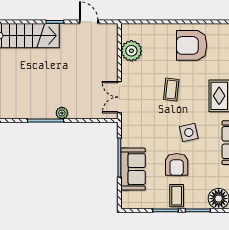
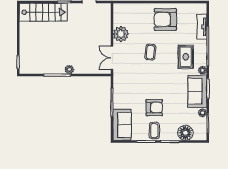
plant: (131, 51) -> (121, 34), moved
side table: (189, 132) -> (163, 84), removed
armchair: (177, 164) -> (154, 108), turned -90
sofa: (133, 169) -> (122, 125), moved

